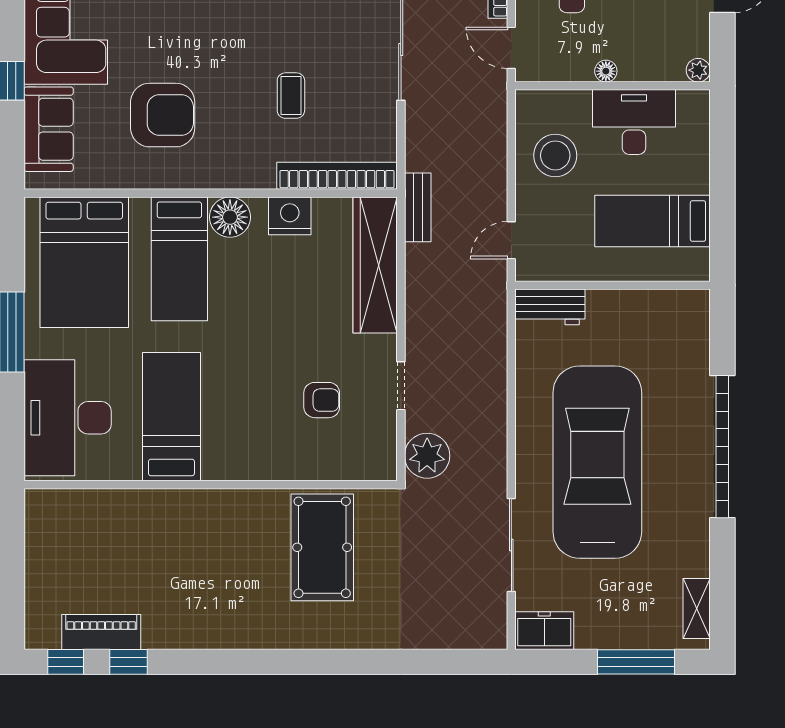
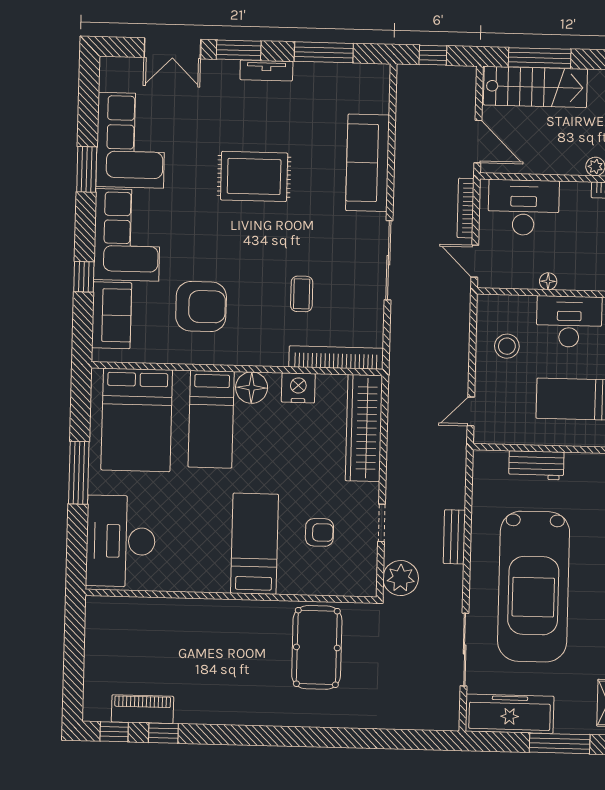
stool: (555, 155) -> (507, 346), width x0.73, depth x0.73
bench: (418, 207) -> (454, 537), moved
workbench: (550, 307) -> (536, 465), moved
bed: (171, 417) -> (255, 544), moved
car: (597, 462) -> (534, 587), turned 180
freezer: (544, 631) -> (510, 714), width x1.91, depth x1.26

